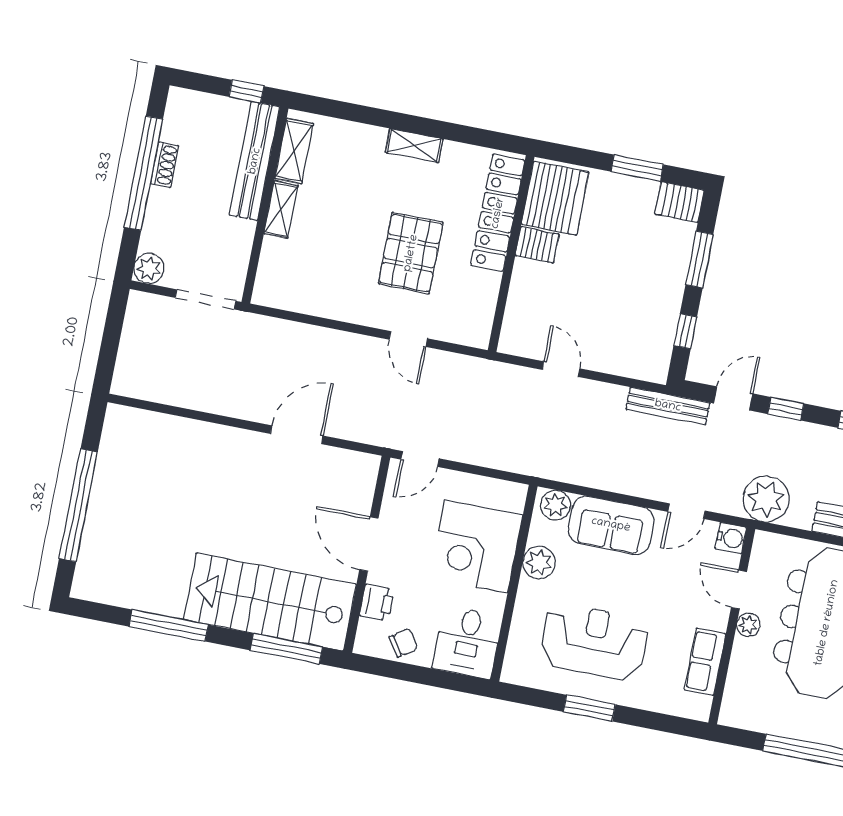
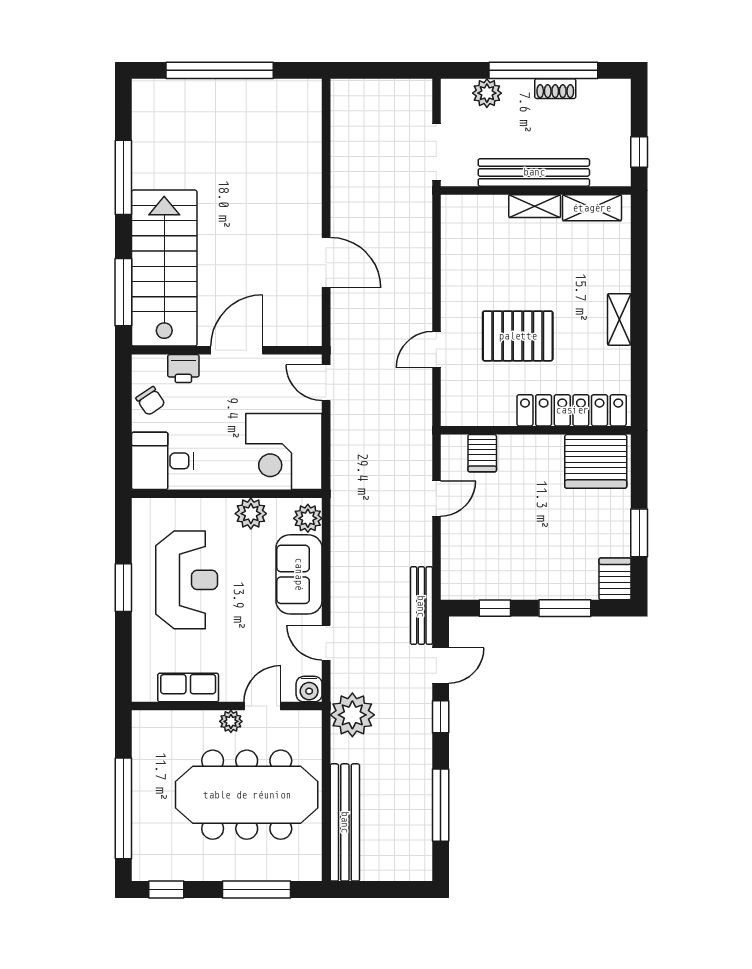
bench: (255, 161) -> (534, 172), moved
server rack: (537, 245) -> (482, 453), moved
plant: (149, 268) -> (487, 93), moved
door: (733, 398) -> (441, 665), hinge flipped
corner desk: (476, 546) -> (284, 452), moved, turned -90

